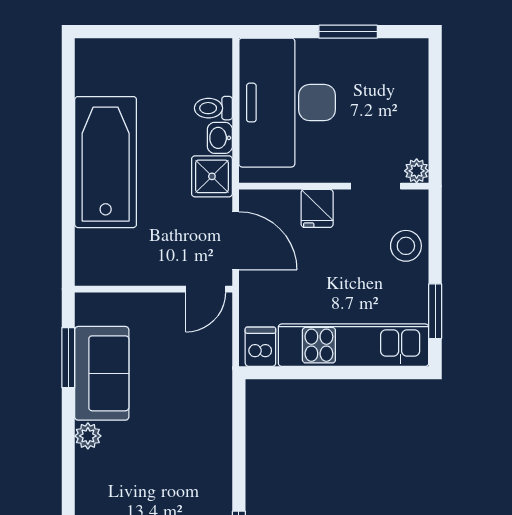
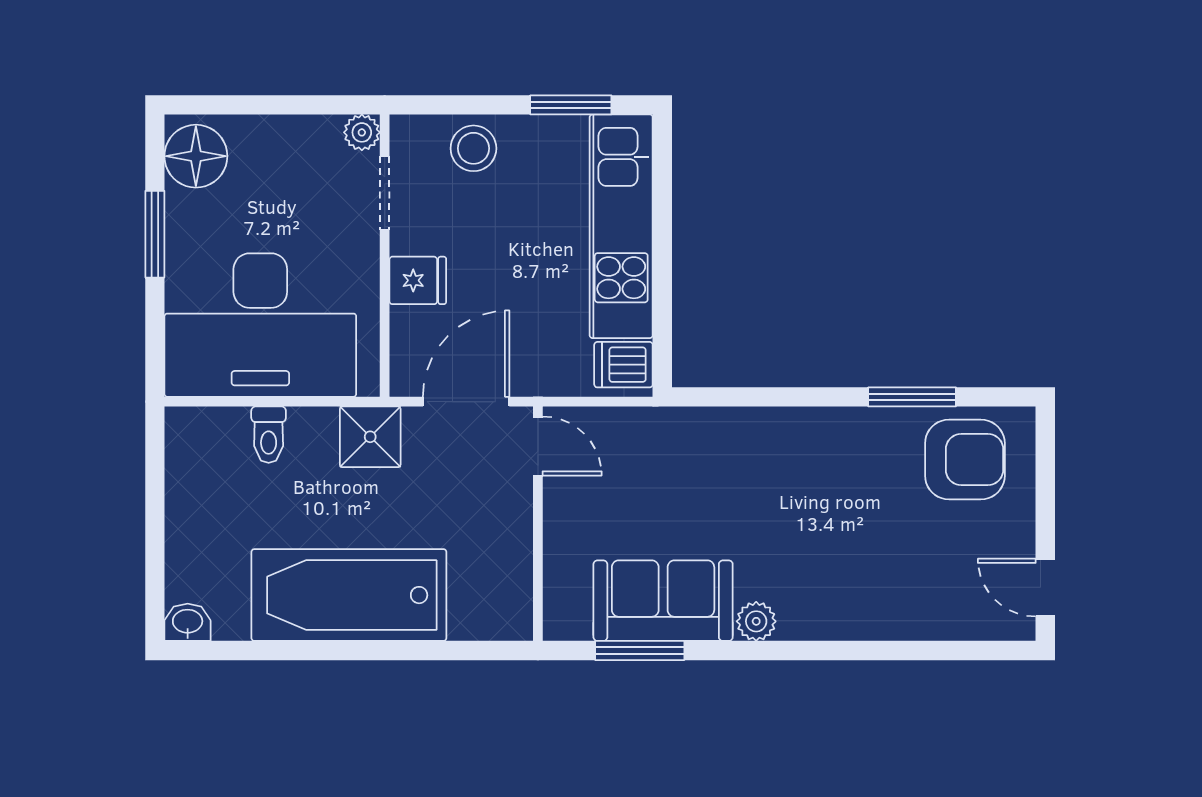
floor lamp: (401, 59) -> (196, 156), added
washbasin: (220, 138) -> (188, 622), moved, turned 180

